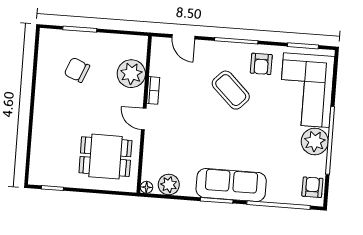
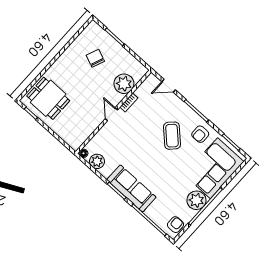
door: (183, 37) -> (169, 86), hinge flipped
dining table: (105, 157) -> (48, 98), moved

